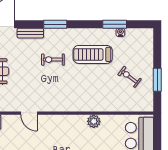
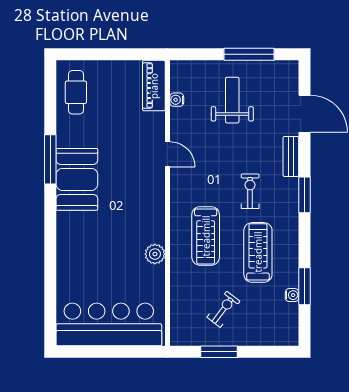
treadmill: (82, 88) -> (206, 236), added
door: (29, 113) -> (168, 154), swing flipped

